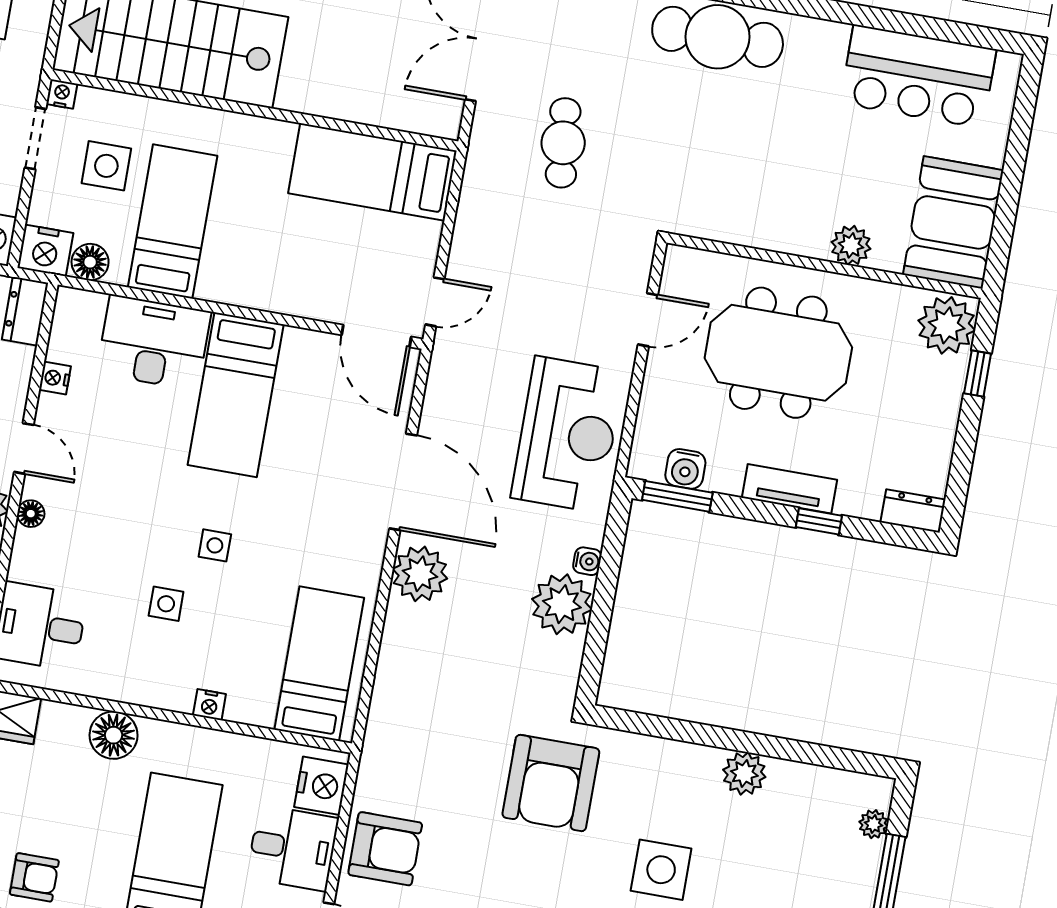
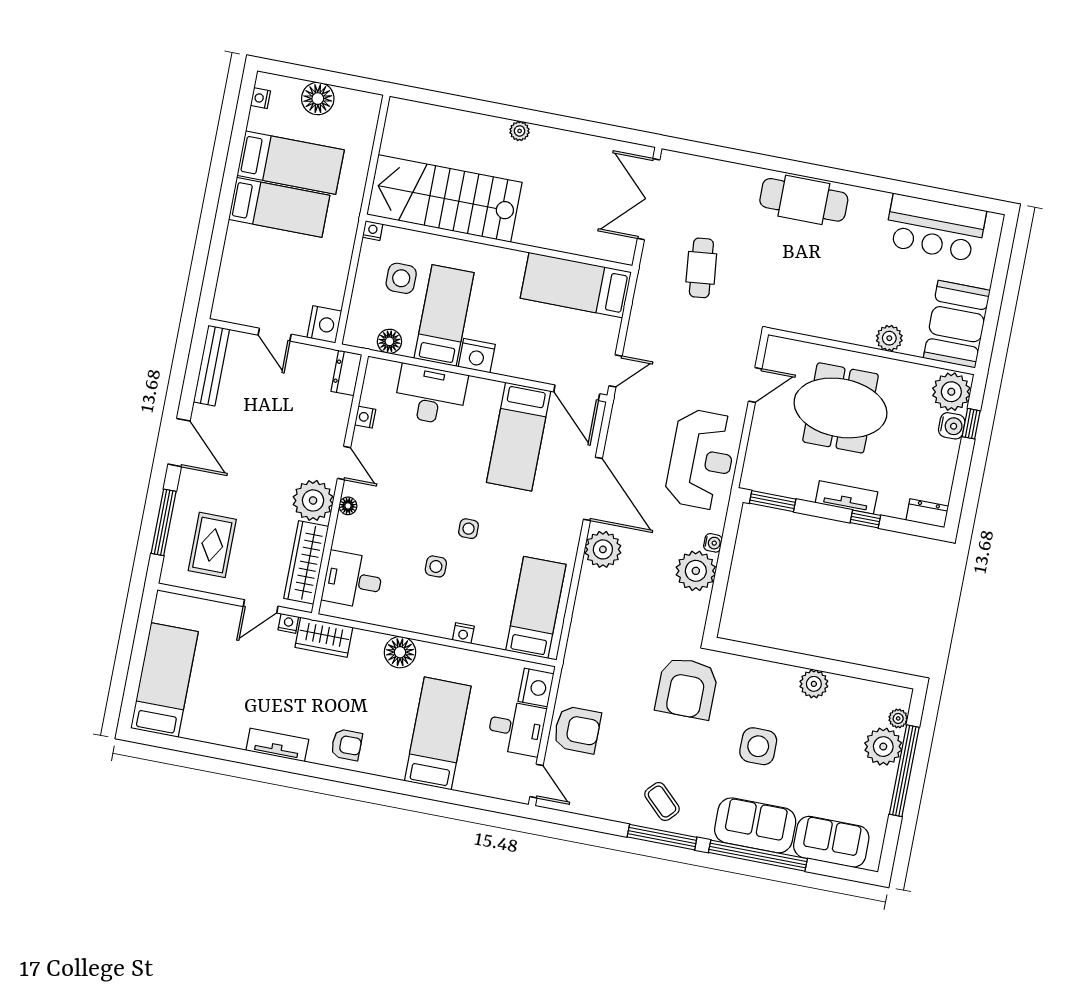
doorway: (35, 138) -> (355, 260), removed
nightstand: (45, 250) -> (477, 356), moved
bed: (236, 395) -> (519, 437), moved
water cooler: (685, 469) -> (952, 426), moved, turned -90
plant: (851, 867) -> (883, 747), added

